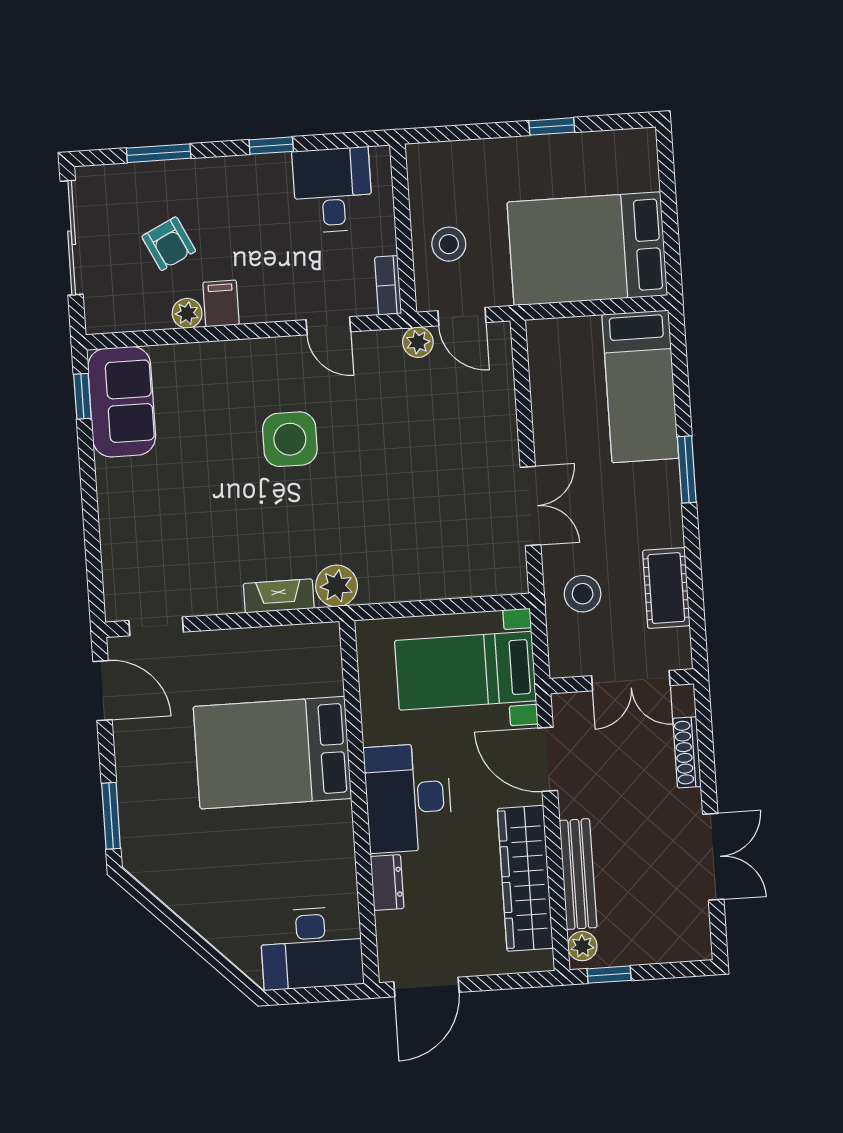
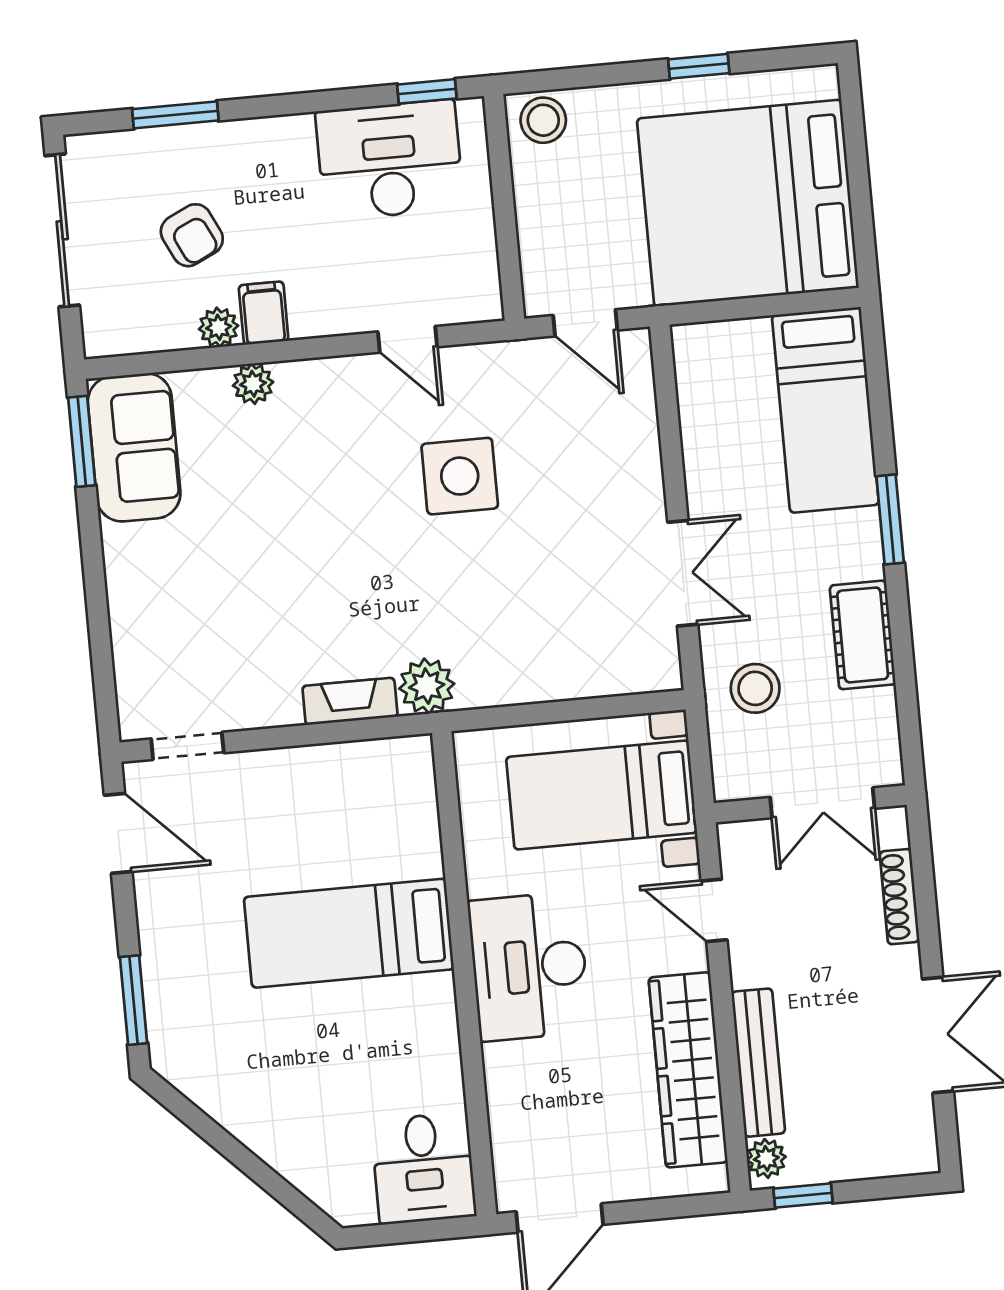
window: (271, 146) -> (427, 91), moved
desk: (333, 190) -> (390, 160), width x1.37
stool: (449, 244) -> (543, 120), moved
bed: (587, 249) -> (748, 203), width x1.36
bookcase: (388, 285) -> (486, 283), removed
plant: (418, 342) -> (253, 384), moved
window: (82, 396) -> (82, 441), width x1.50
side table: (290, 439) -> (460, 476), moved
cot: (666, 588) -> (863, 635), moved
bed: (272, 753) -> (349, 933), width x0.67
door: (548, 759) -> (714, 910), width x0.73
dresser: (387, 883) -> (504, 1080), removed
desk: (312, 948) -> (424, 1168), width x0.73

